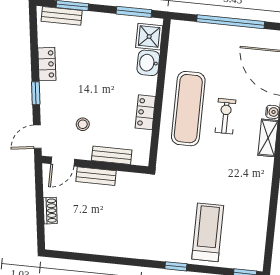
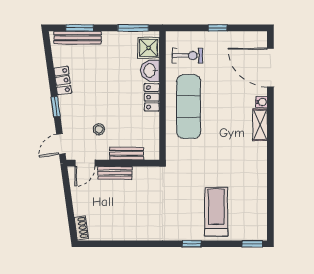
bench: (62, 16) -> (77, 38), width x1.36
window: (231, 22) -> (218, 28), width x0.32
locker: (145, 112) -> (152, 97), moved
exercise bike: (225, 116) -> (187, 56), moved, turned 90
shoe rack: (50, 211) -> (81, 228), moved

